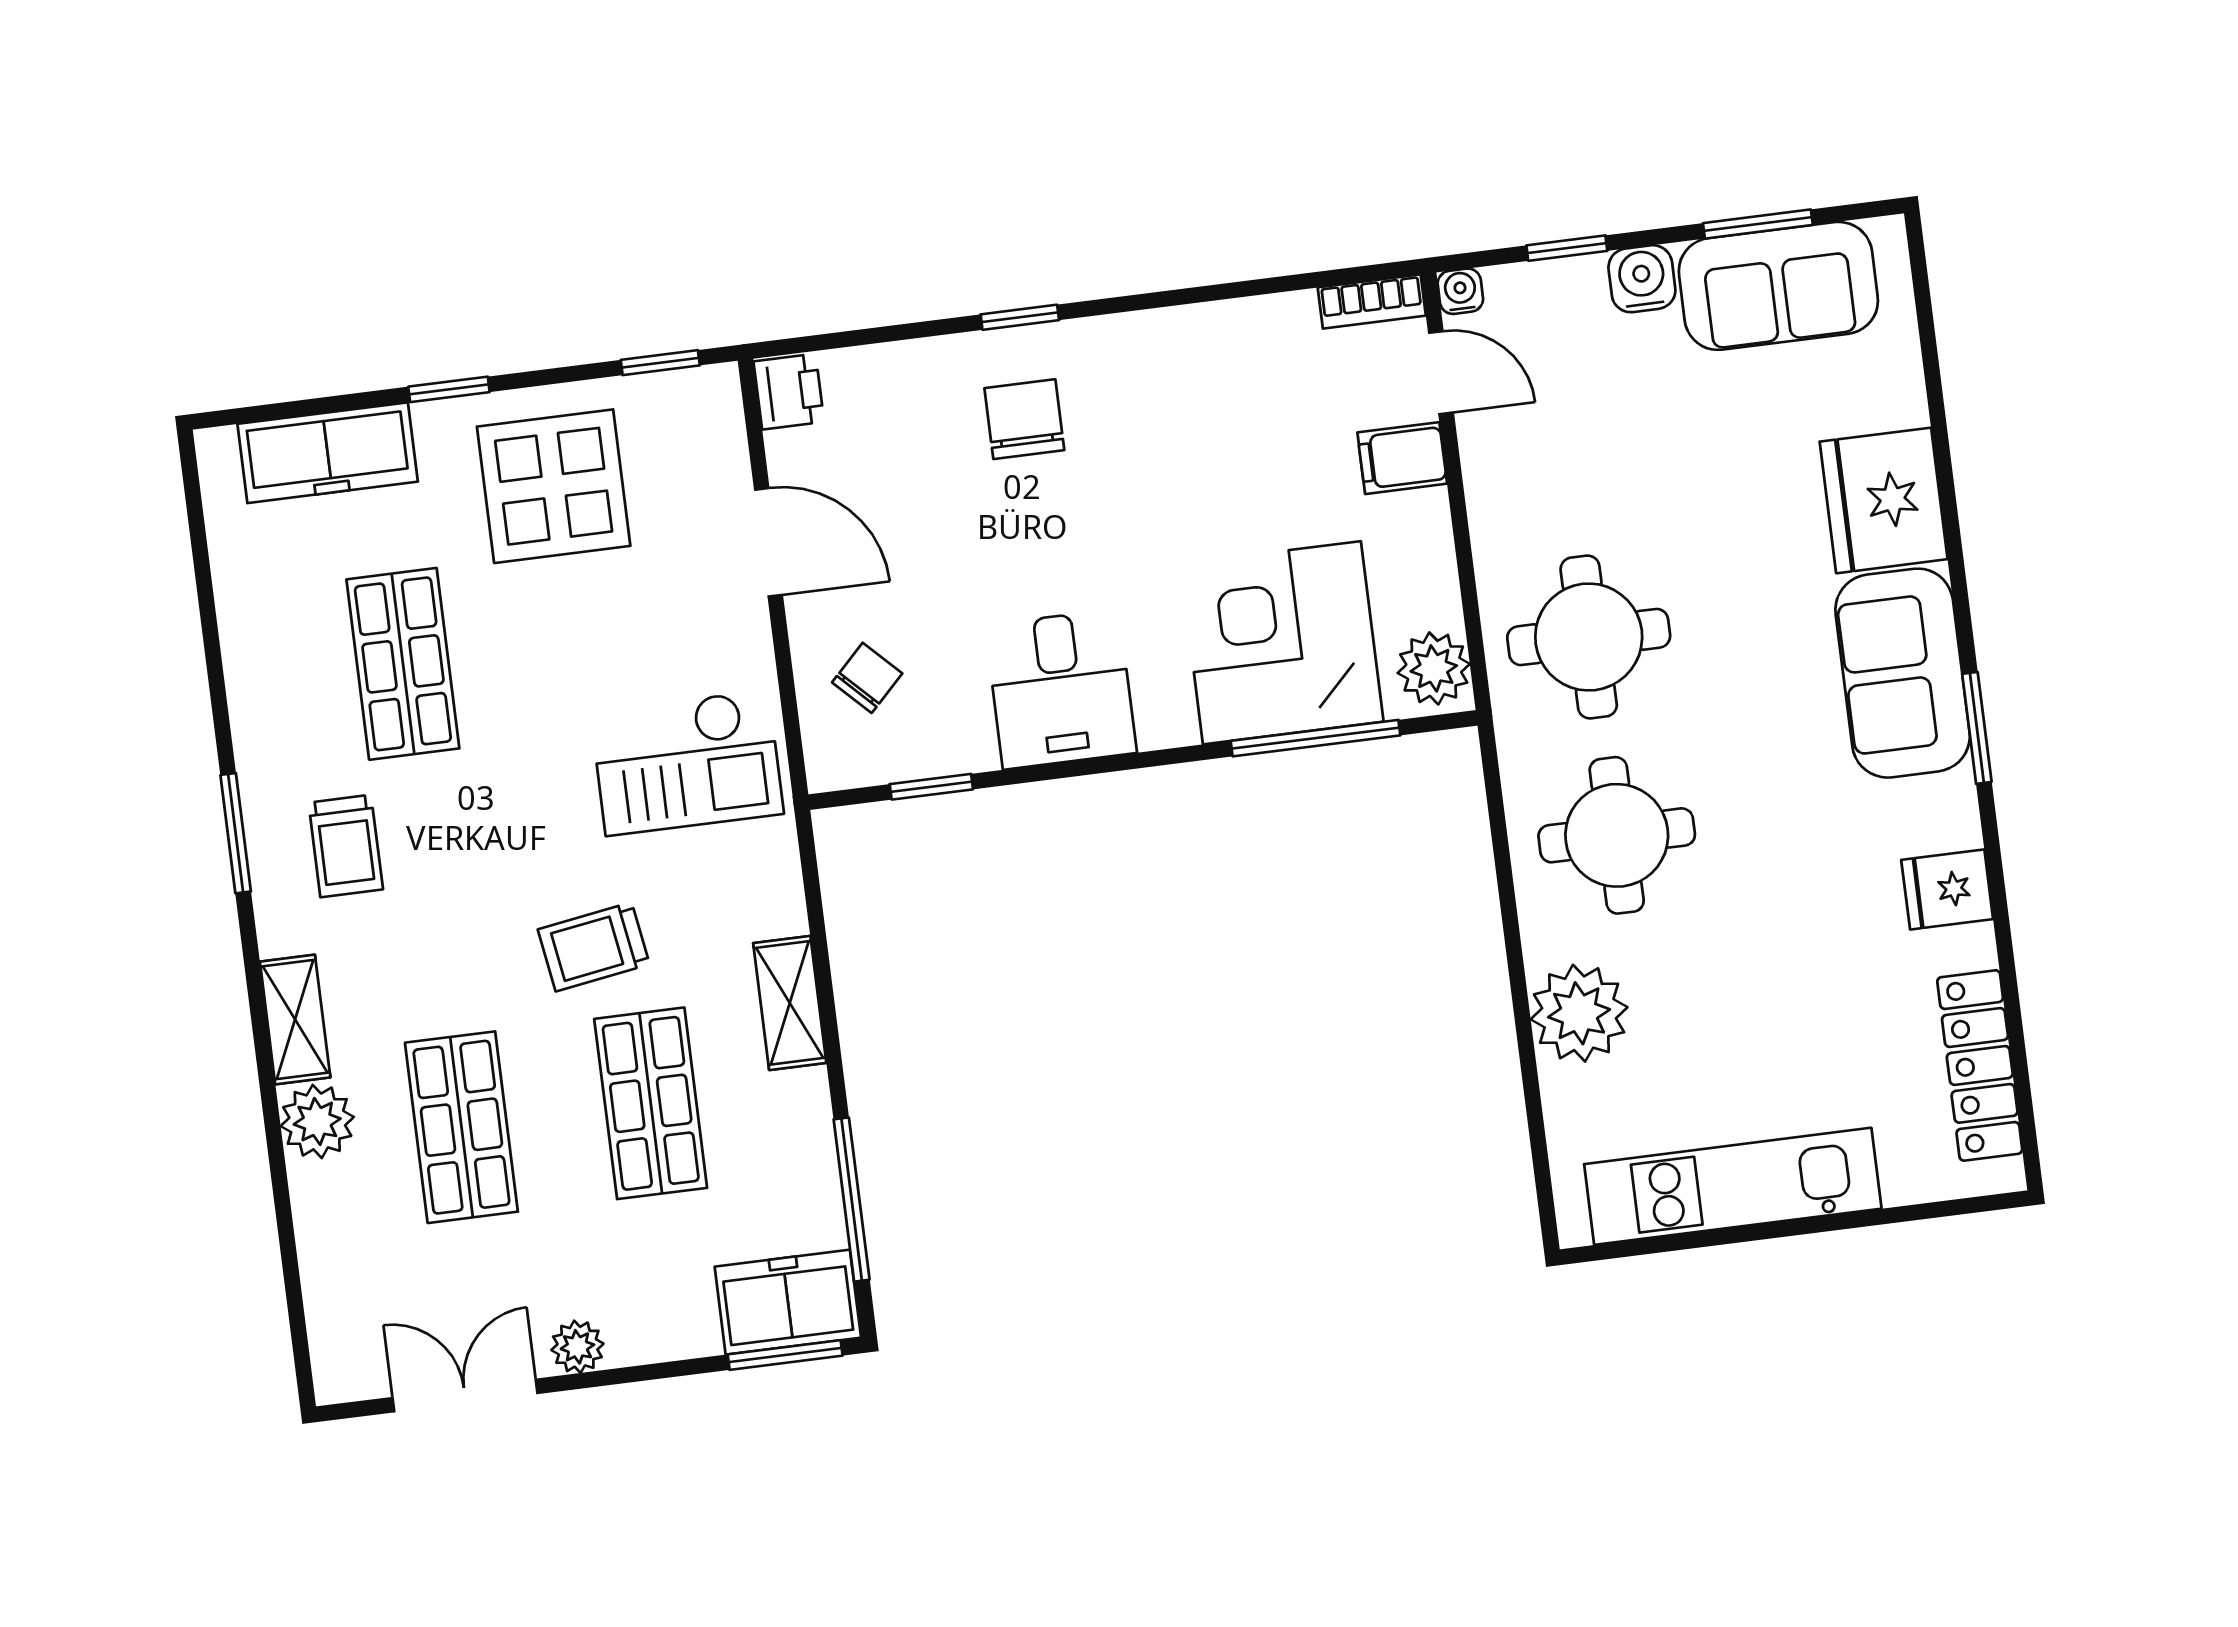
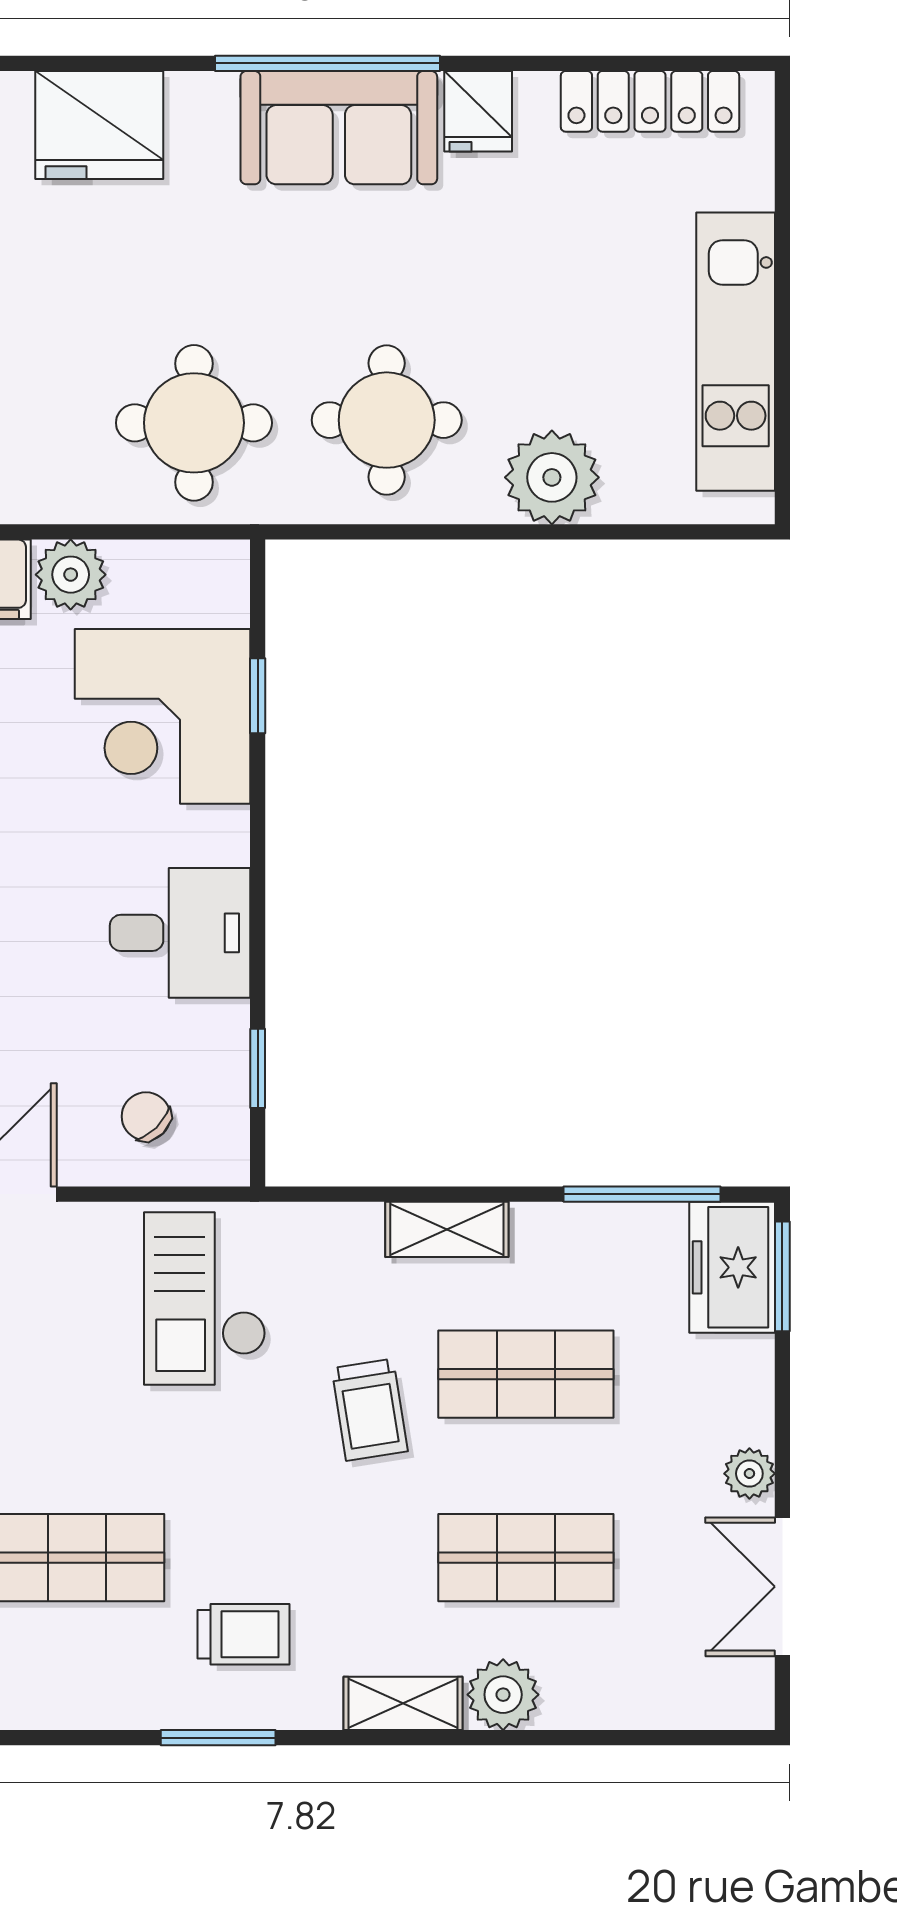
plant: (1434, 668) -> (71, 575), moved
sofa: (1903, 673) -> (339, 128), moved
window: (1977, 728) -> (328, 63), width x2.11
window: (1316, 738) -> (258, 696), width x0.46
checkout: (687, 762) -> (205, 1299), turned 180

